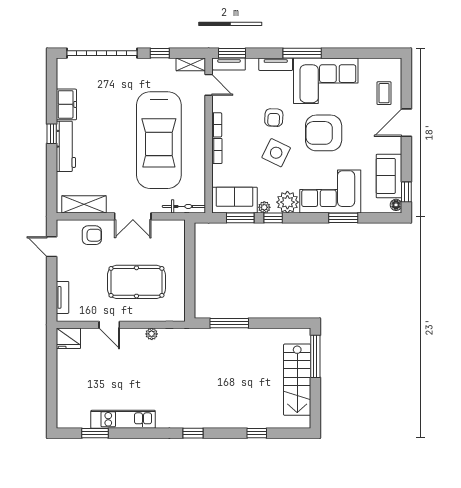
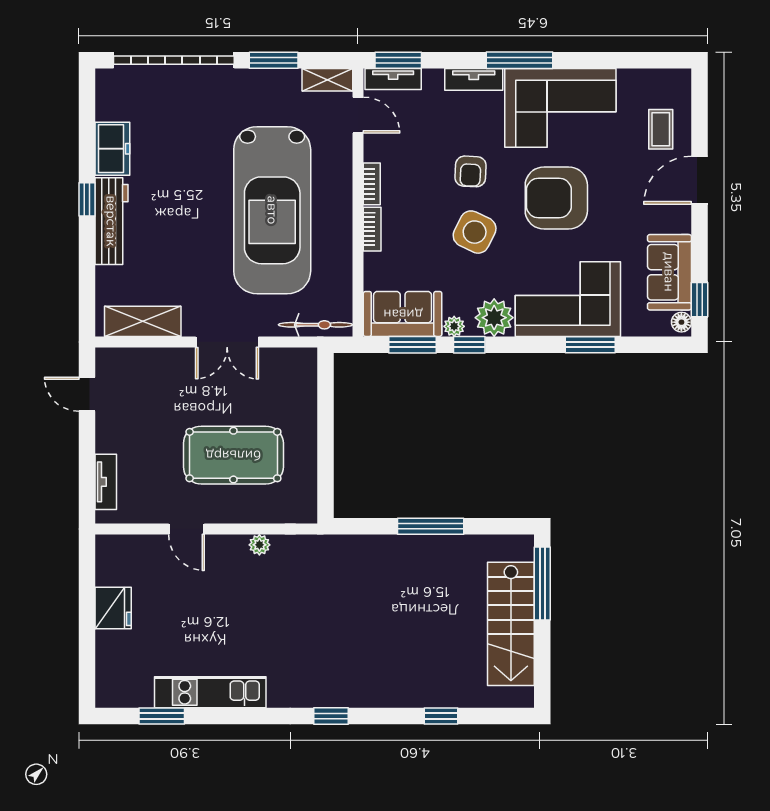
window: (160, 53) -> (274, 60), width x1.50
armchair: (92, 235) -> (156, 374), removed
window: (229, 323) -> (431, 526), moved
fridge: (68, 338) -> (113, 608), moved, turned -90

